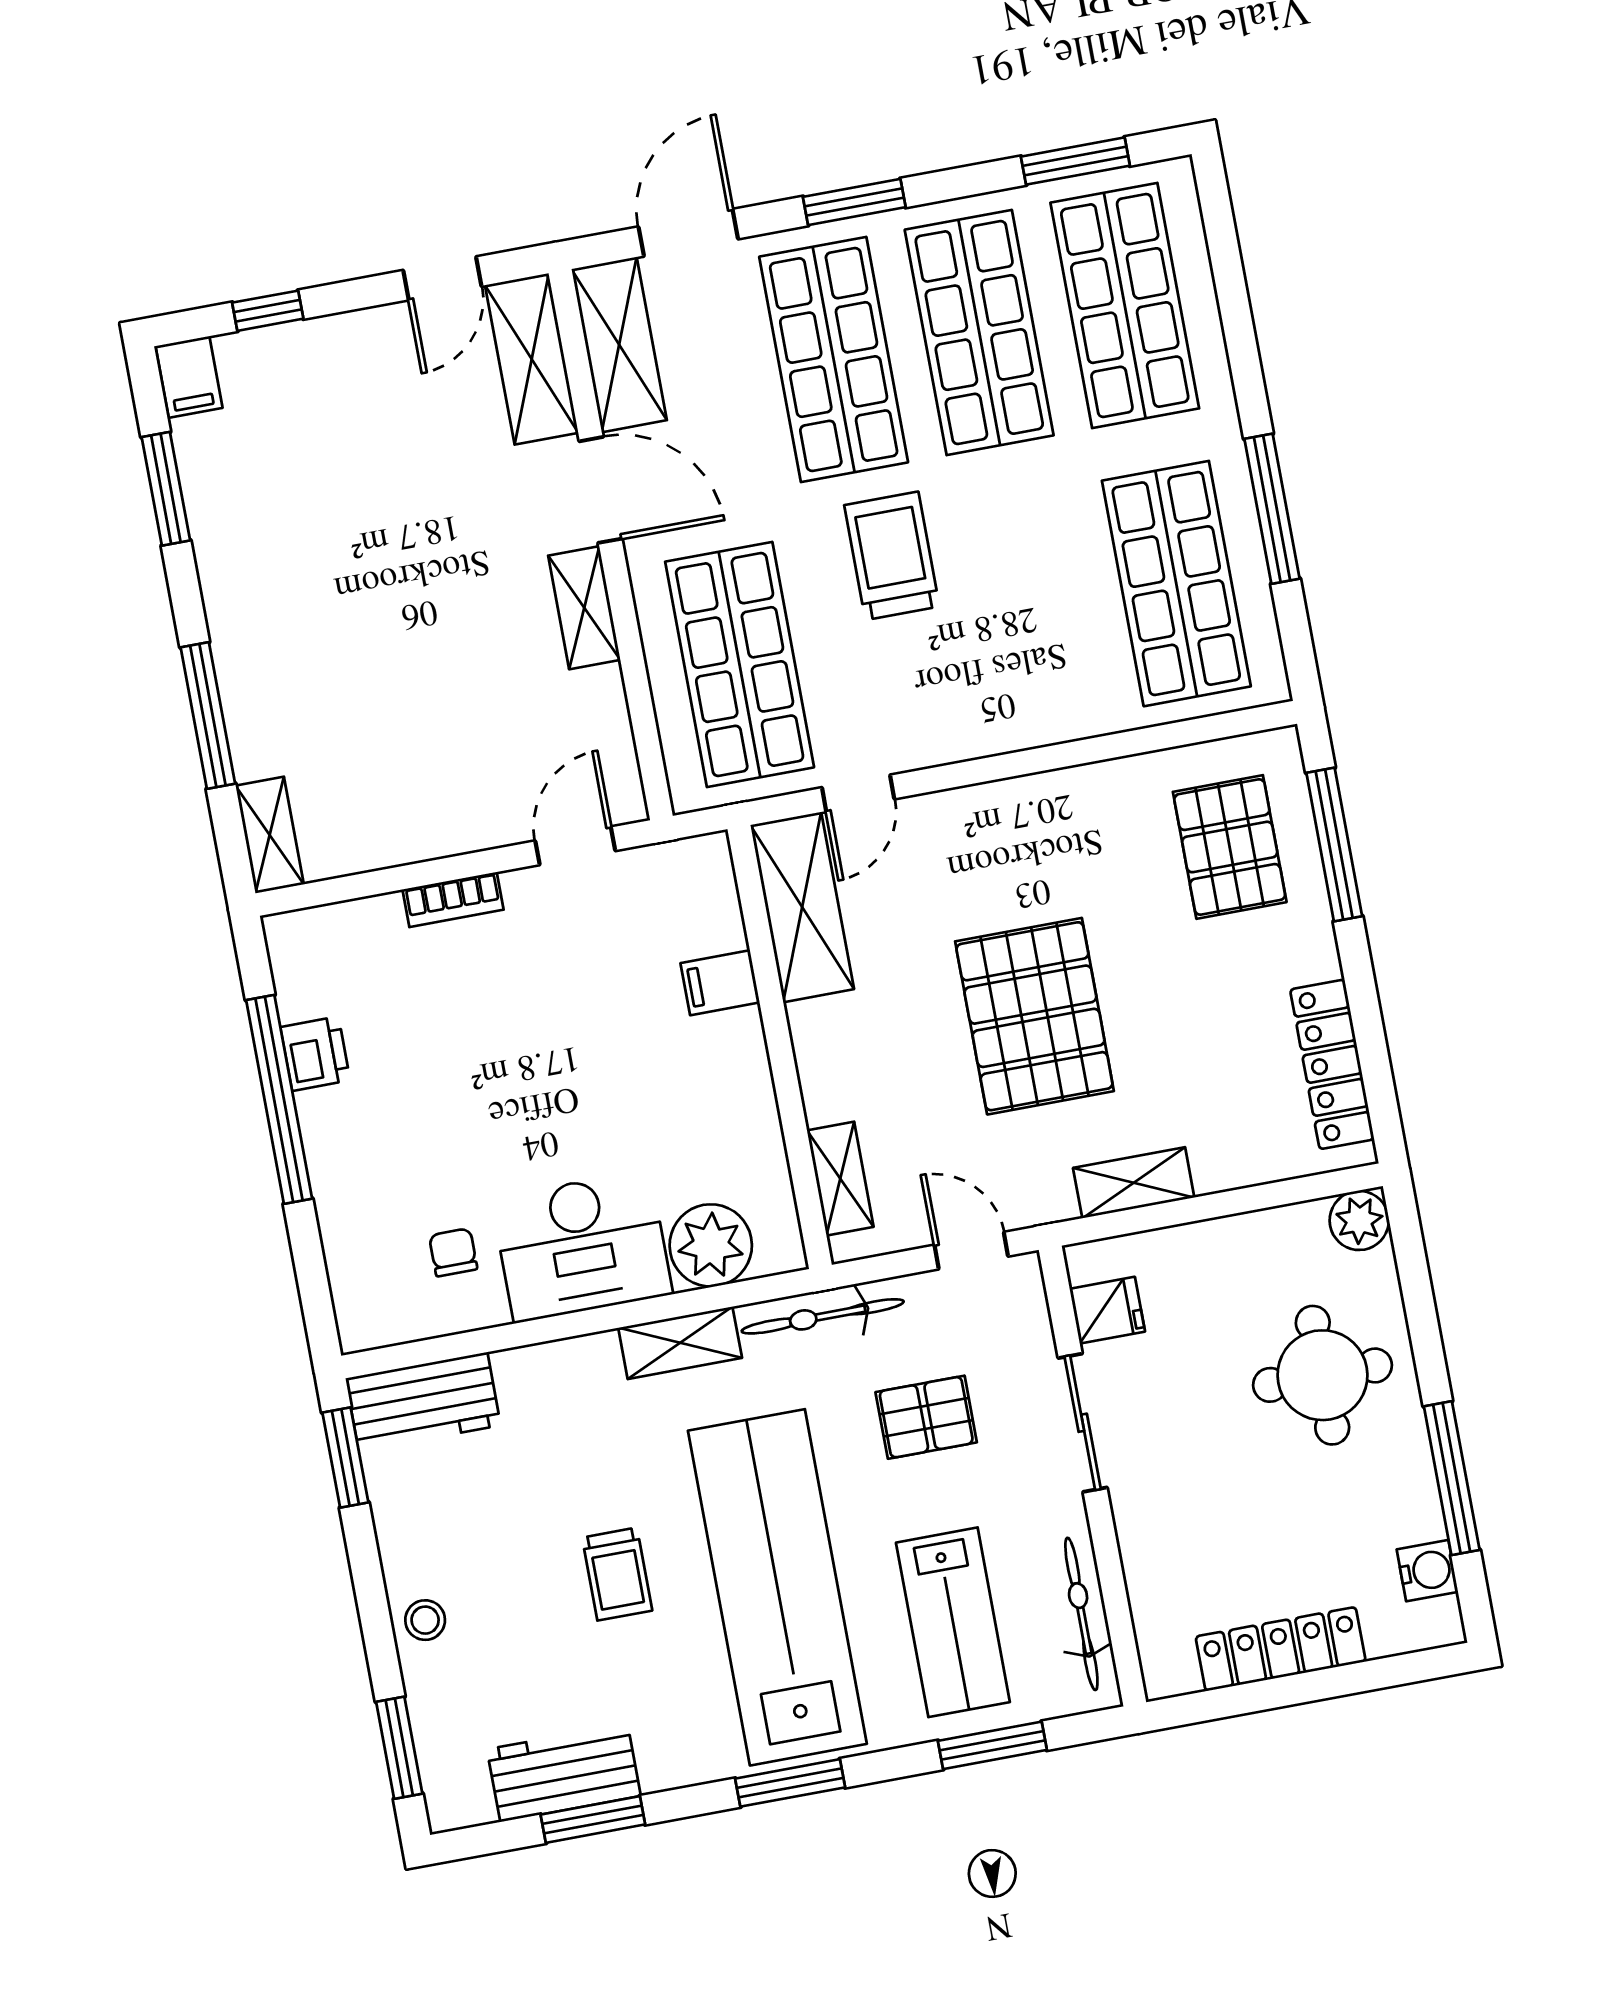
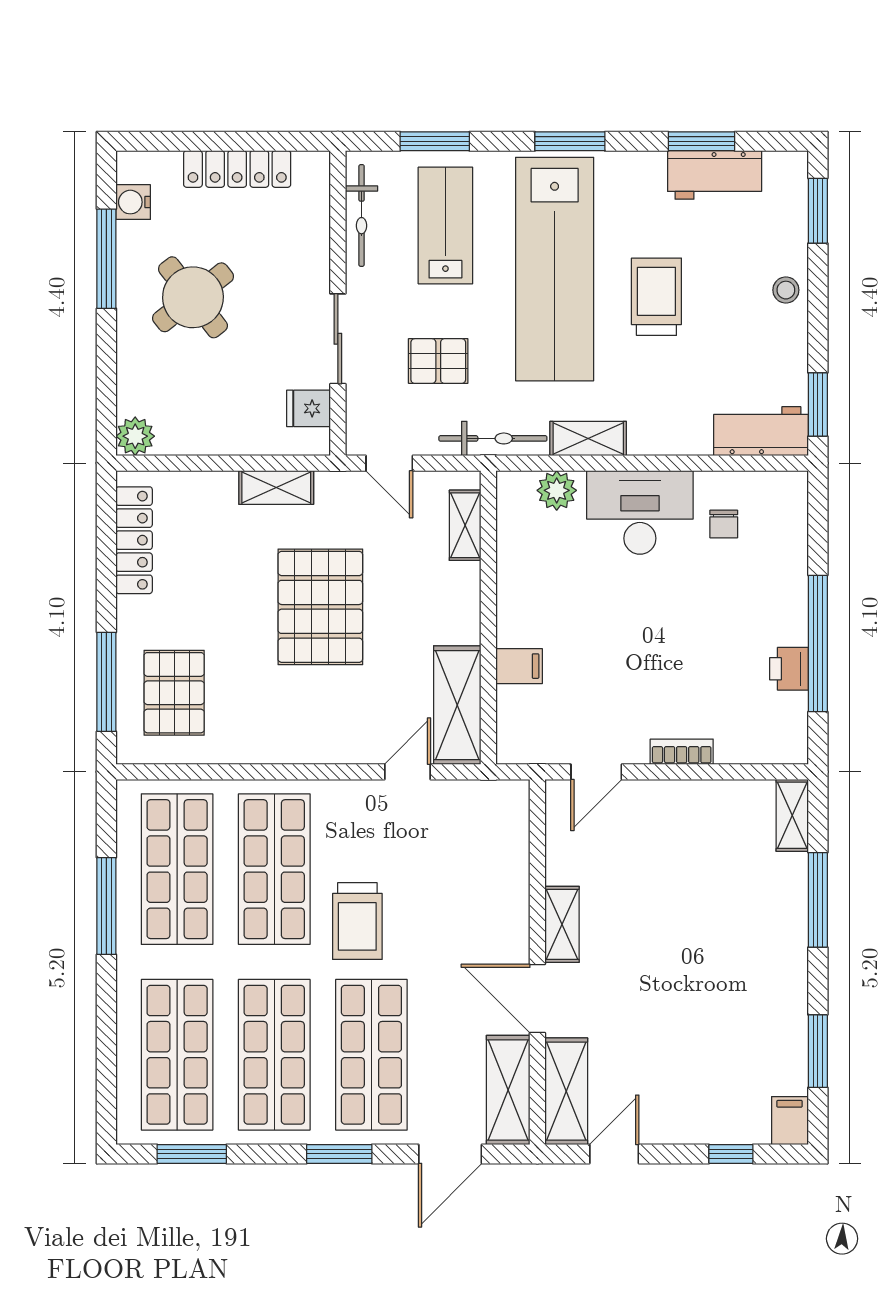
shop shelf: (740, 665) -> (274, 869), moved
plant: (711, 1245) -> (557, 490), width x0.73, depth x0.73
round table: (1322, 1375) -> (193, 297), moved, turned -38
trolley: (617, 1574) -> (656, 297), width x1.36, depth x1.39

